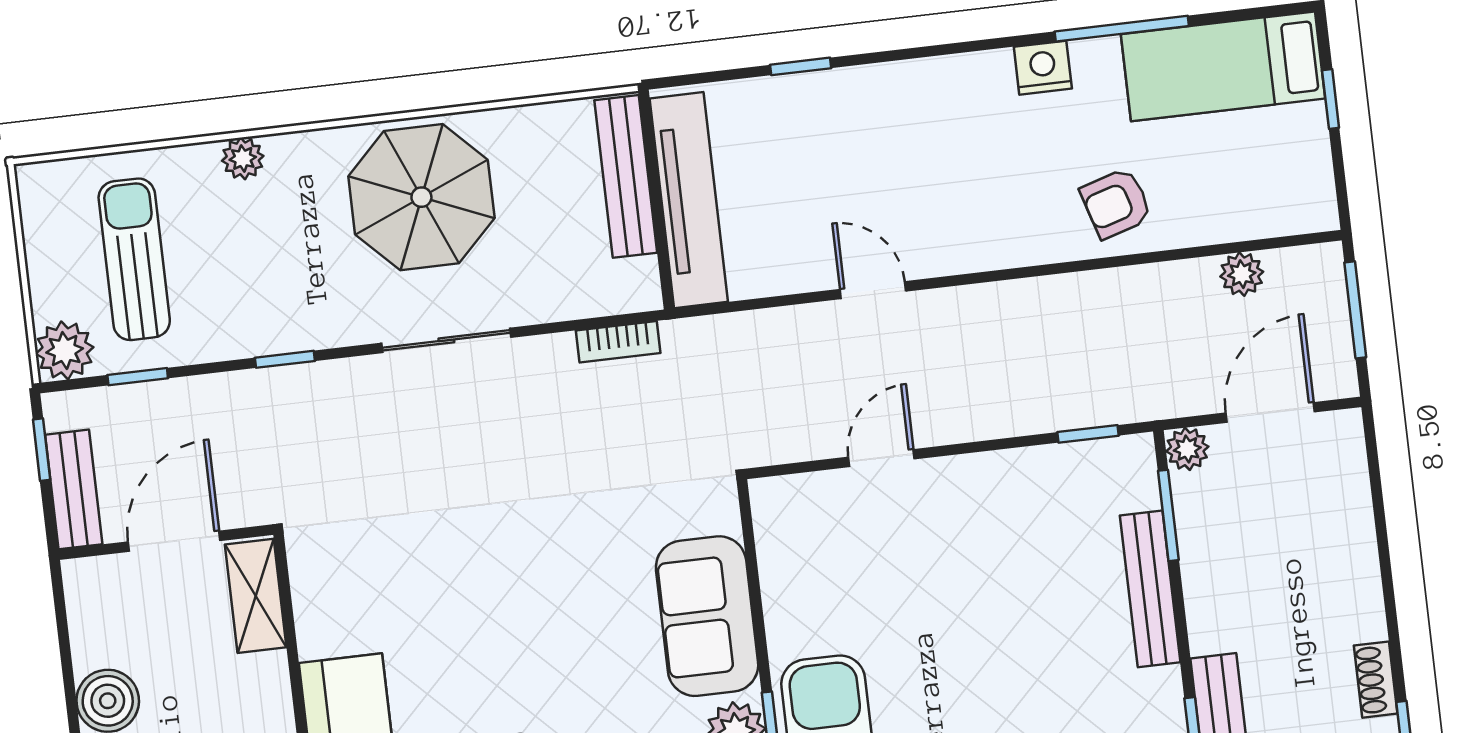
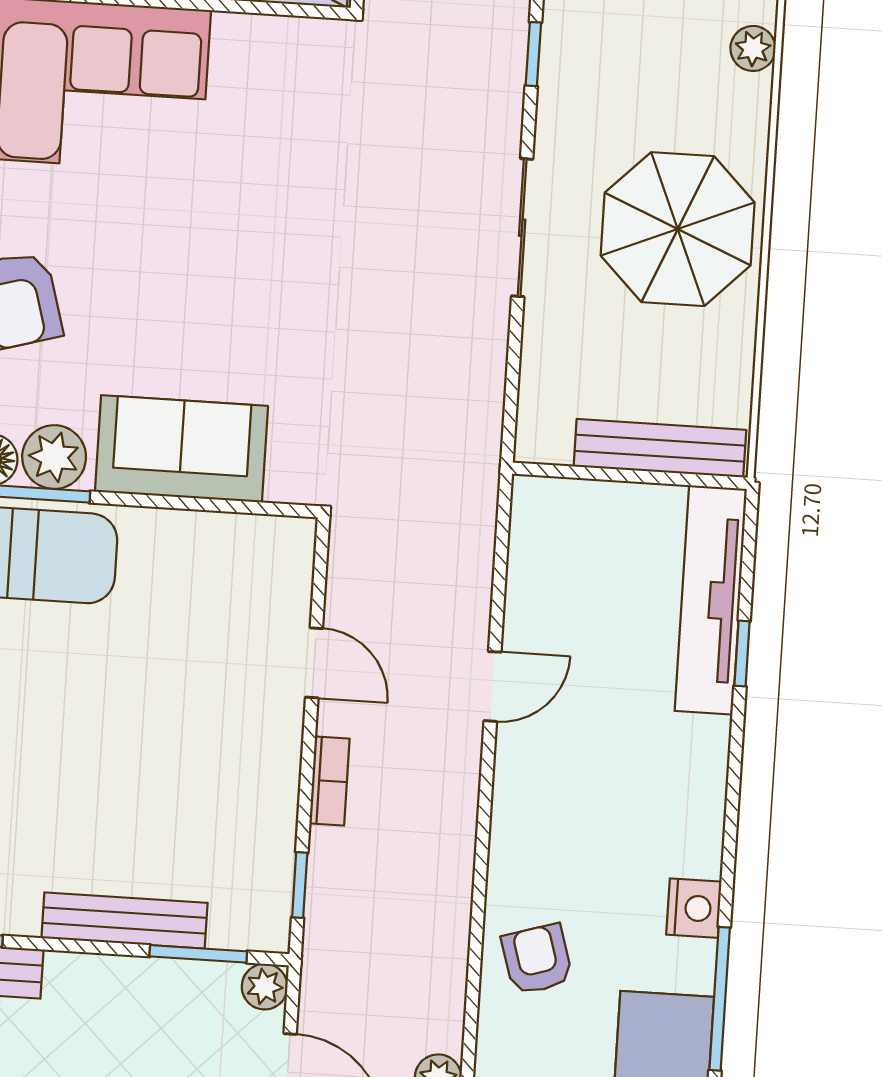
tv unit: (689, 200) -> (711, 600), moved, turned 90
bookcase: (618, 342) -> (330, 781), moved, turned 180

